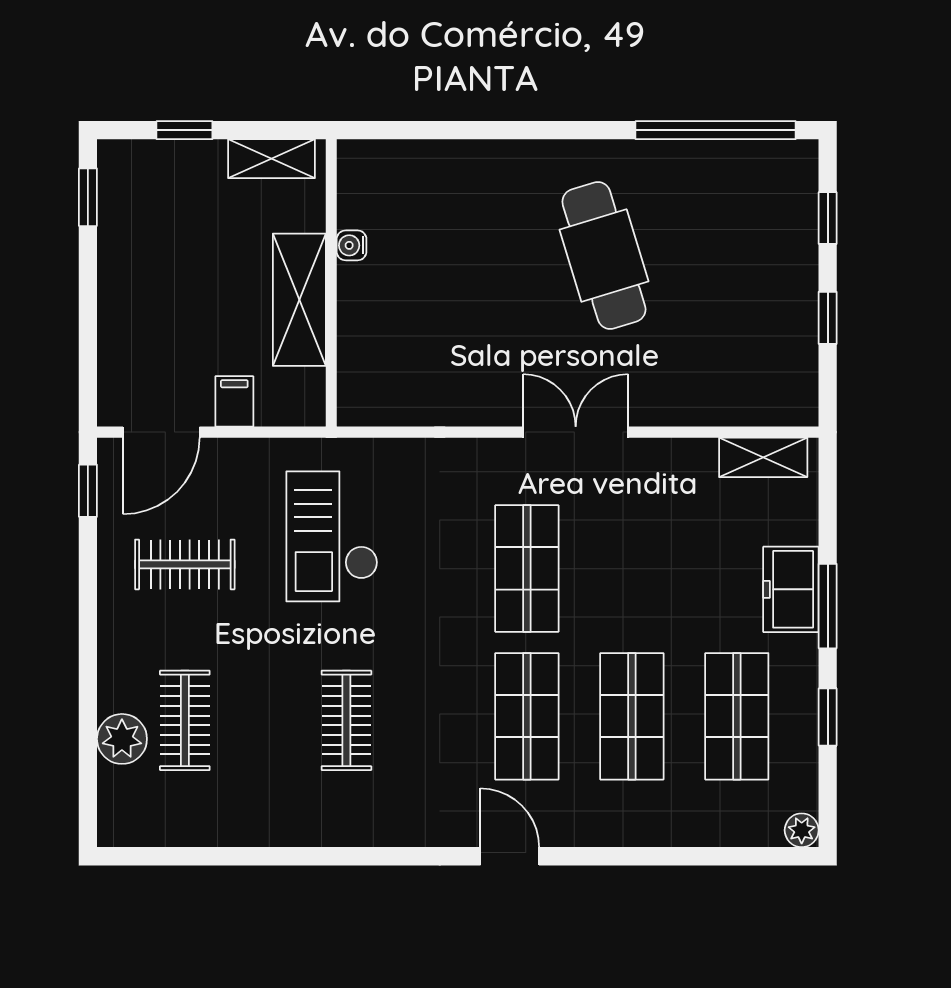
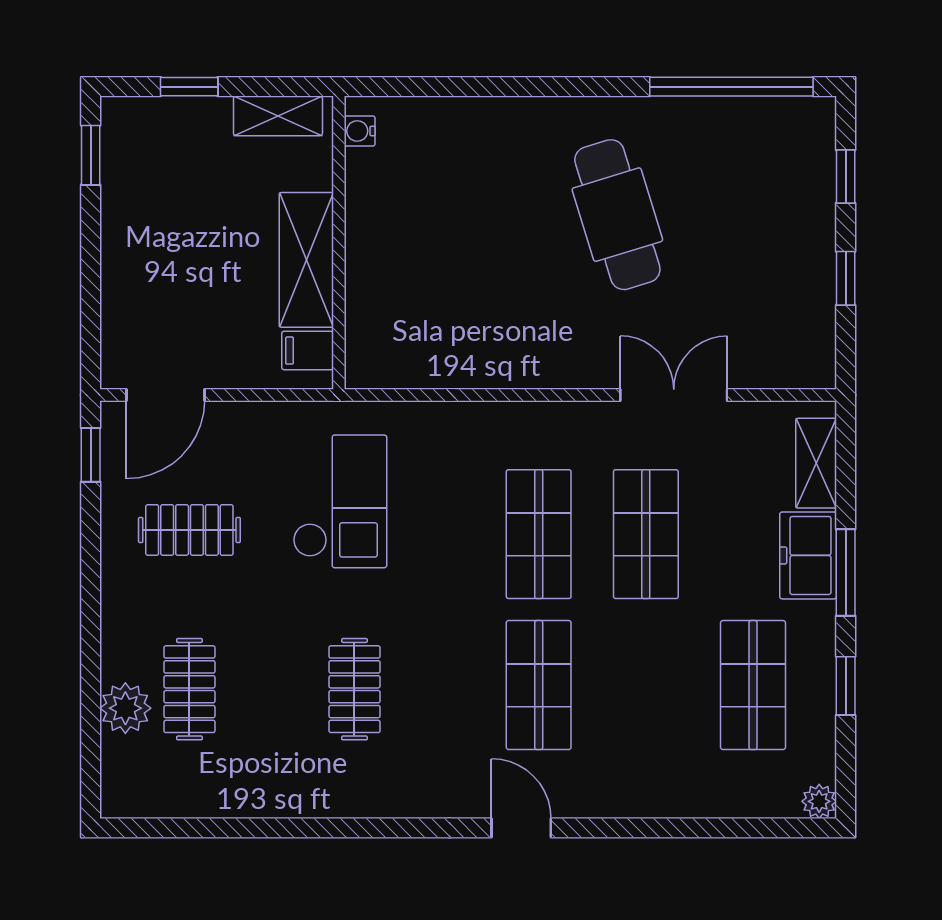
water cooler: (352, 245) -> (360, 131), moved
filing cabinet: (234, 401) -> (308, 350), moved, turned -90
double door: (576, 432) -> (674, 395), moved
shelving: (763, 457) -> (816, 463), moved, turned 90
checkout: (332, 536) -> (340, 501), turned 180
shop shelf: (632, 716) -> (646, 534), moved

